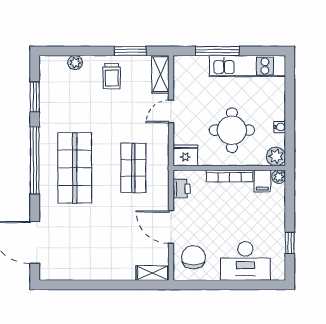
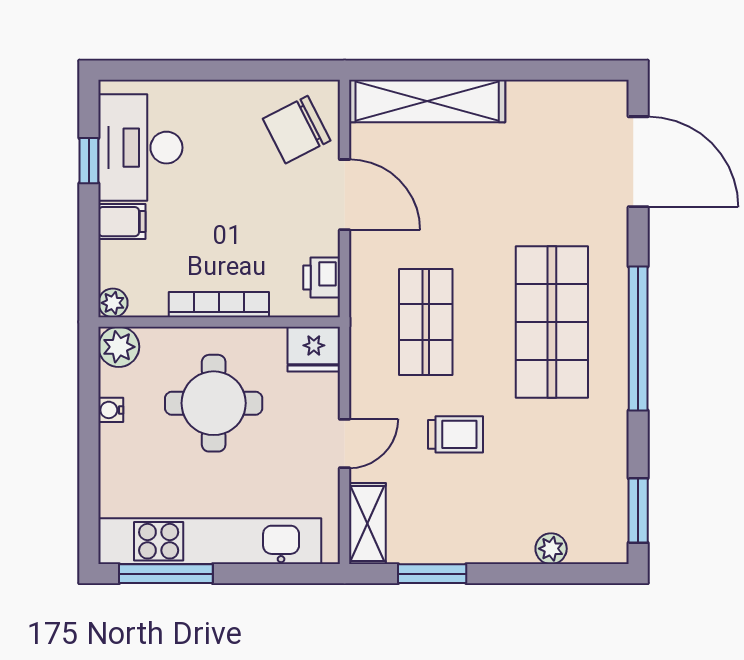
window: (217, 51) -> (166, 574), moved
kitchen unit: (247, 66) -> (210, 541), width x1.36
trolley: (112, 76) -> (456, 434), moved, turned 90
window: (35, 97) -> (638, 510), moved
filing cabinet: (262, 181) -> (122, 222), moved, turned 90
chair: (193, 257) -> (297, 130), turned 63
desk: (245, 261) -> (140, 148), moved, turned -90
shelving: (152, 273) -> (427, 101), width x2.20, depth x1.33

